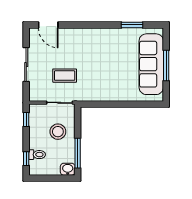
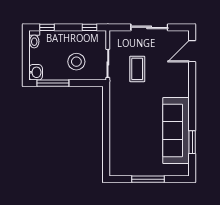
sofa: (151, 64) -> (176, 131), moved, turned -90
toilet: (37, 155) -> (34, 39), moved

